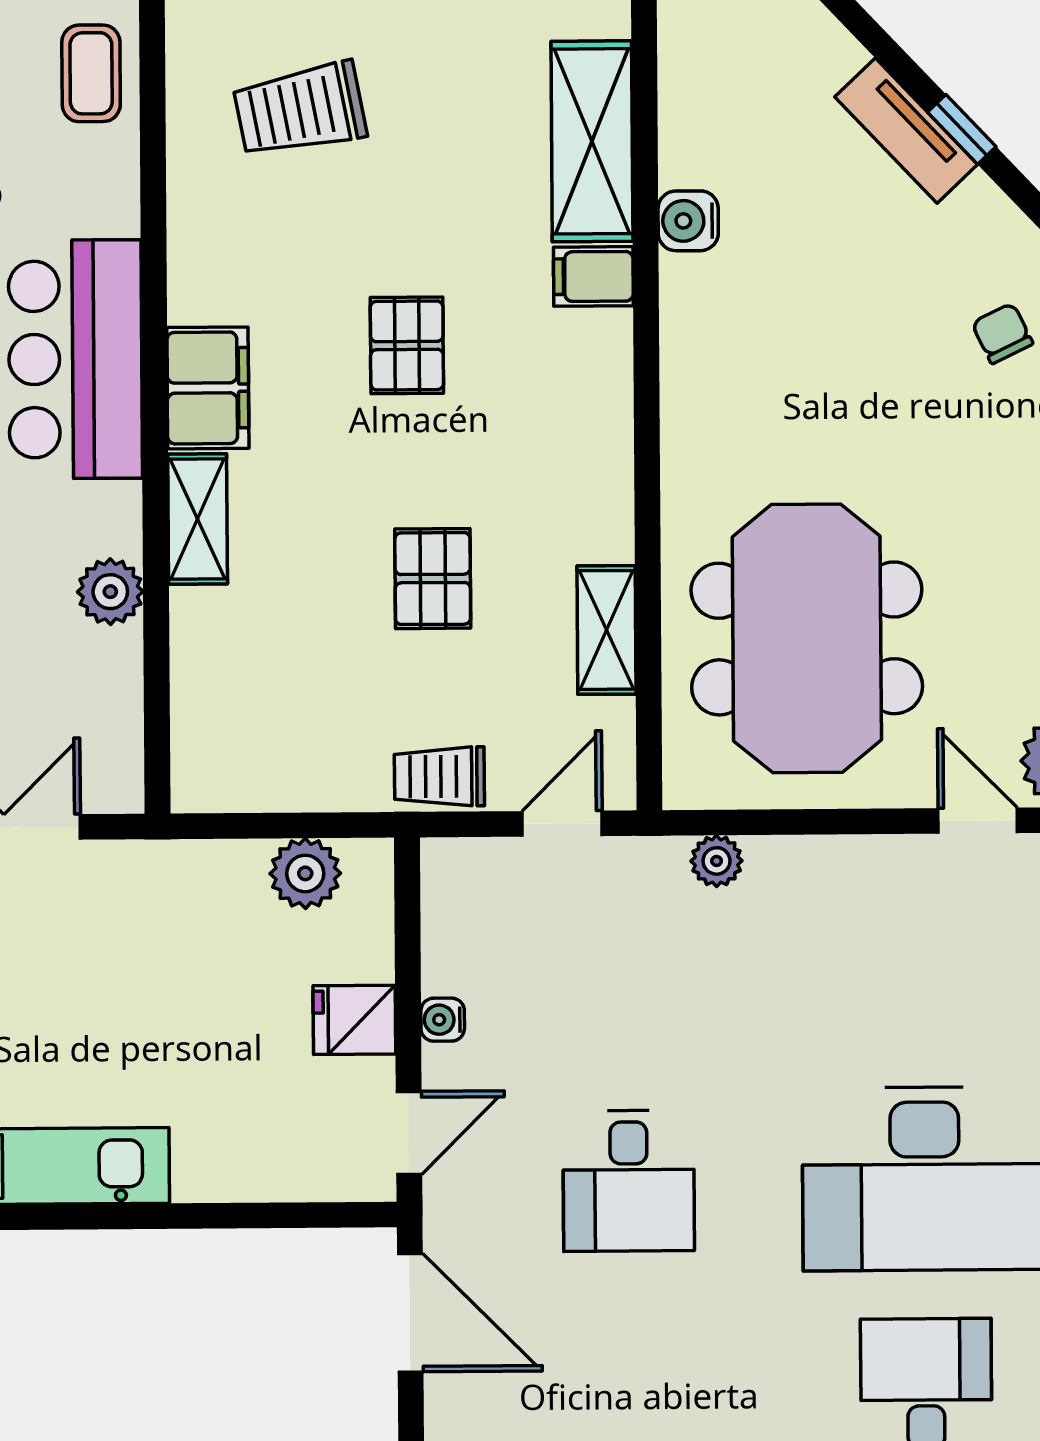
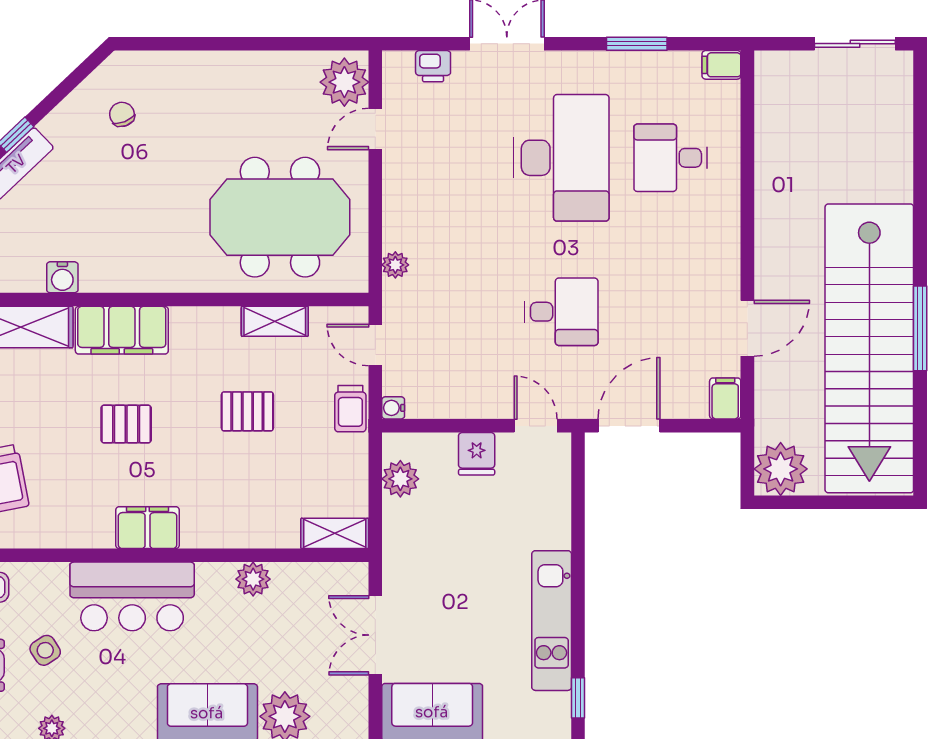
filing cabinet: (593, 276) -> (122, 330), width x3.00, depth x1.17
chair: (1002, 333) -> (122, 114), turned 95
shelving: (198, 519) -> (335, 533), moved
water cooler: (443, 1020) -> (393, 408), moved, turned 90

